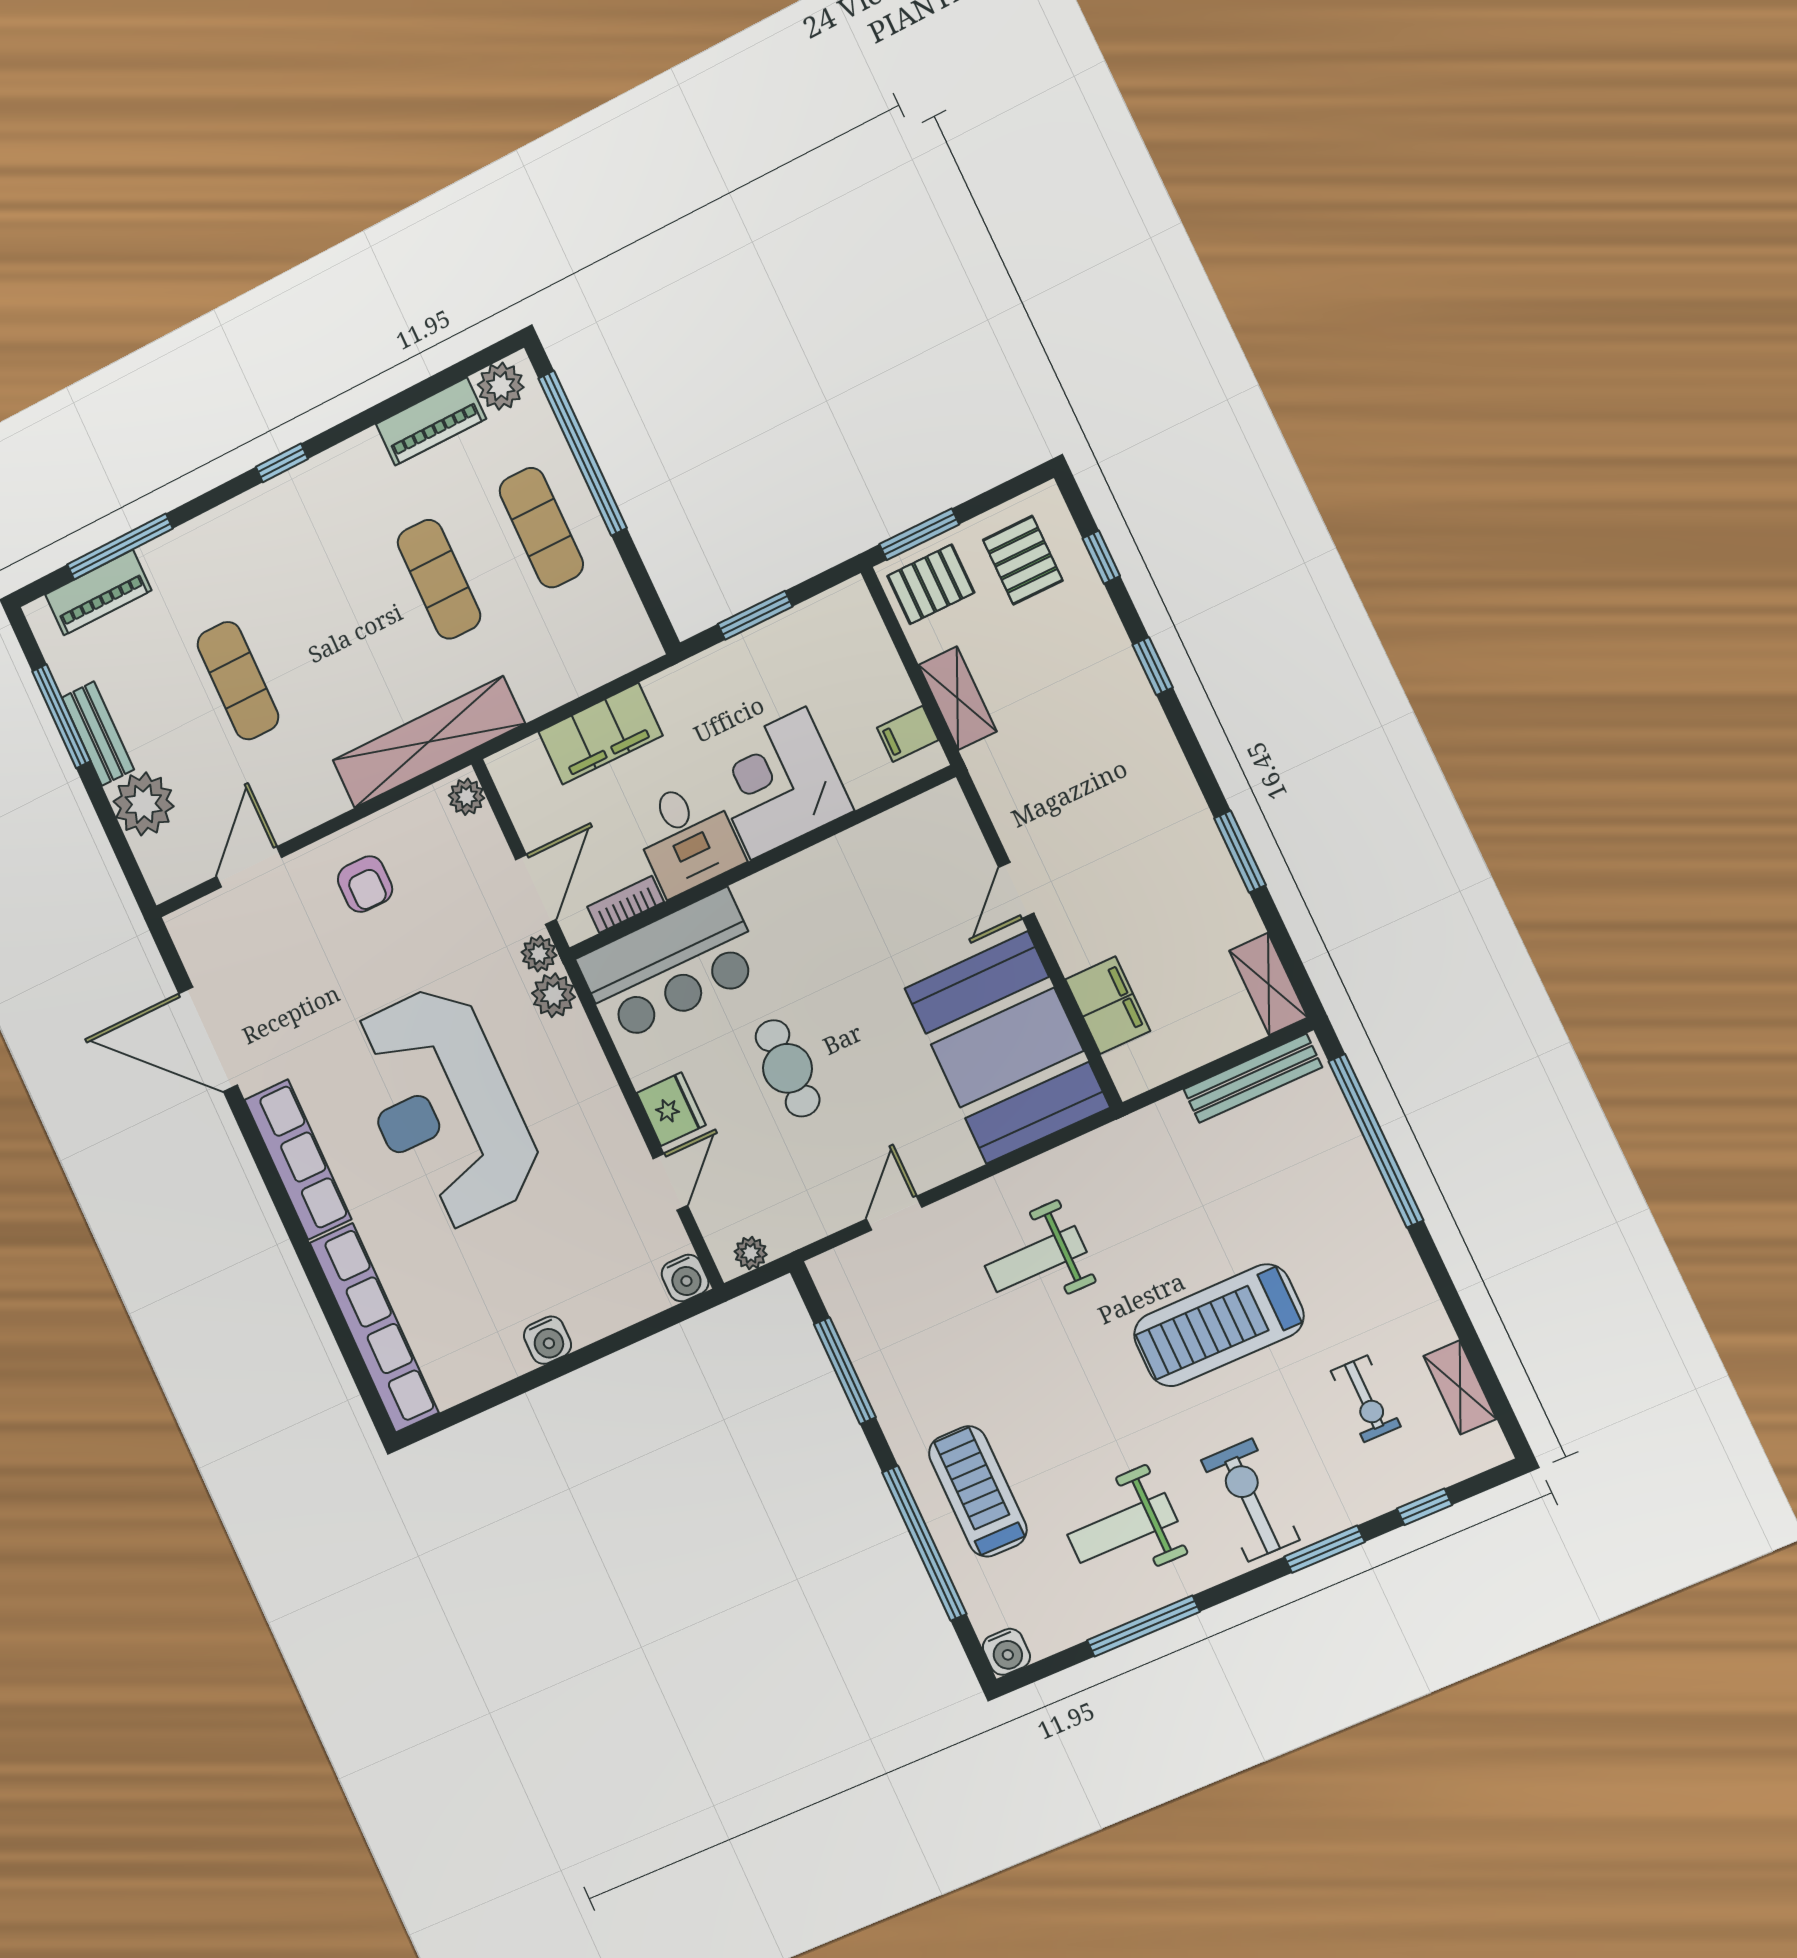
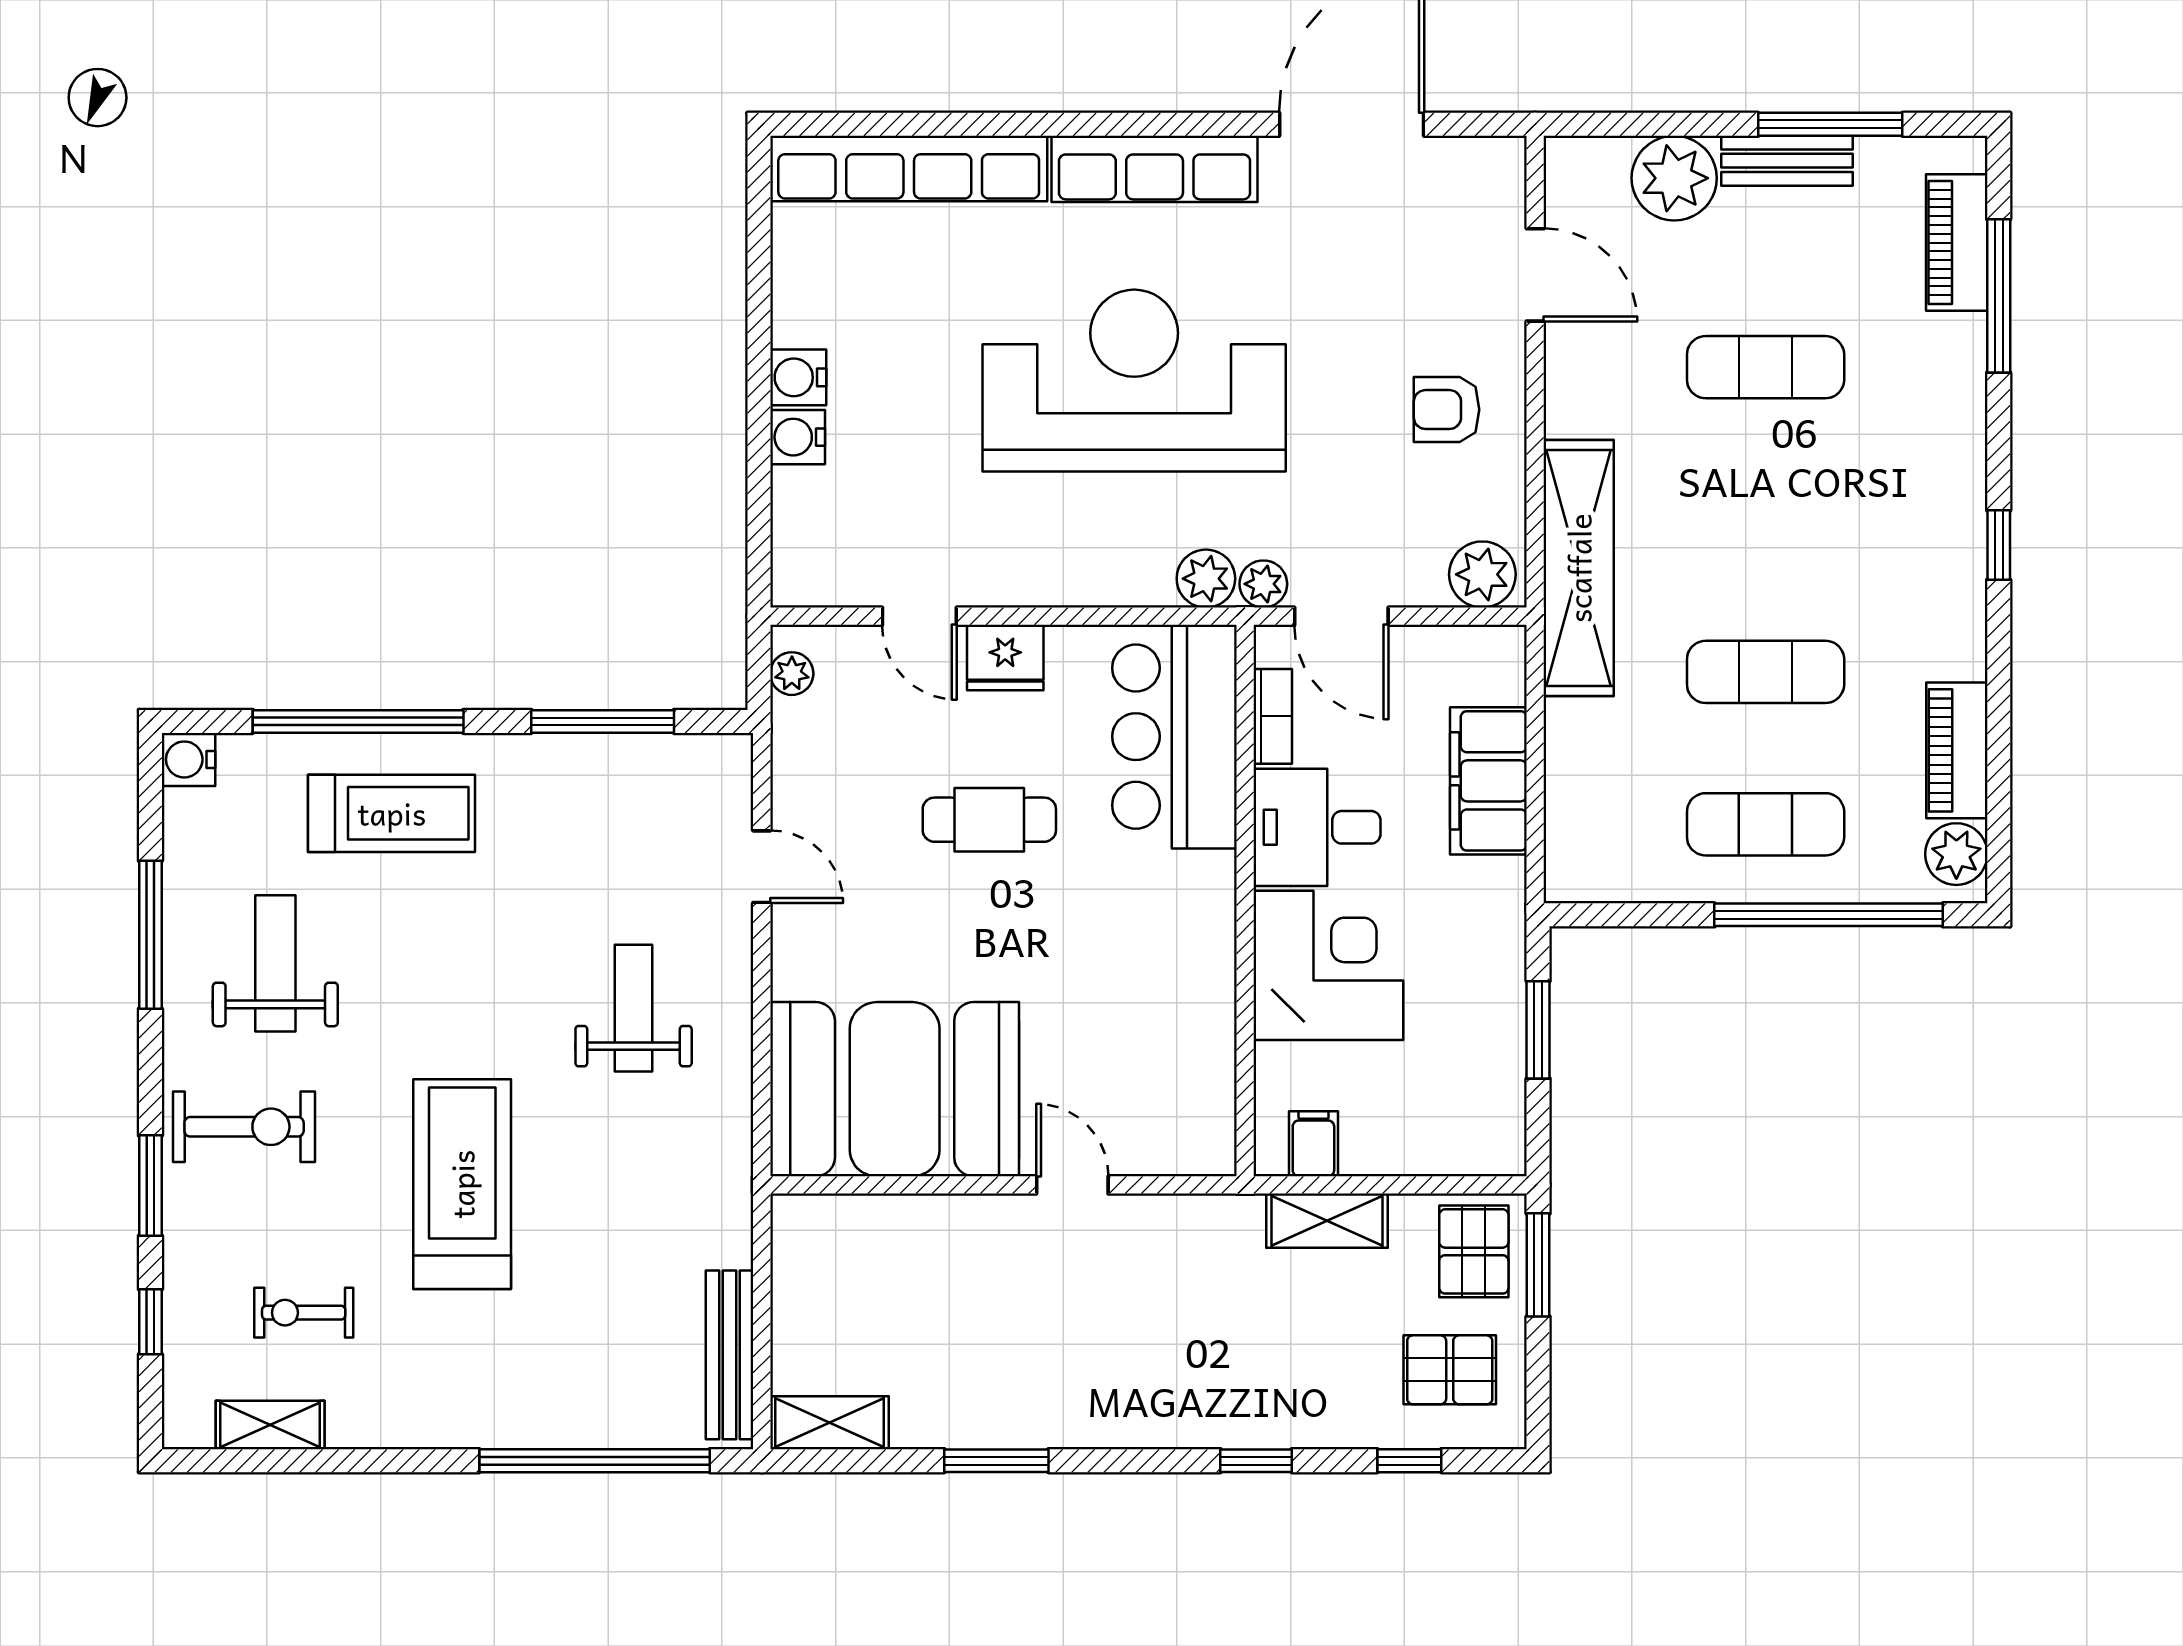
plant: (466, 797) -> (1482, 574), width x1.38, depth x1.38
filing cabinet: (1108, 1005) -> (890, 1228), removed
water cooler: (685, 1278) -> (798, 437), moved

